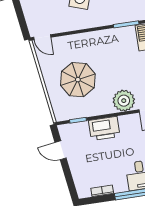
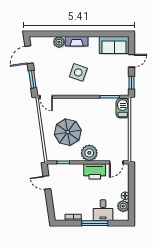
window: (21, 17) -> (32, 79), added
plant: (124, 101) -> (89, 153), moved
printer: (104, 128) -> (95, 171), moved

